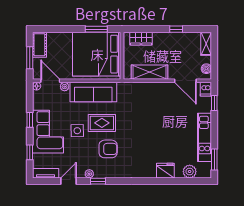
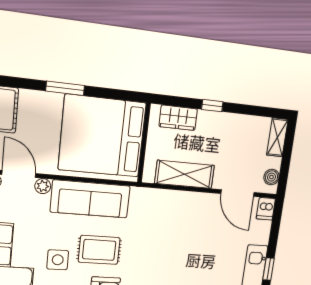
window: (96, 29) -> (65, 88), moved
window: (176, 29) -> (212, 106), moved
window: (214, 103) -> (268, 269), moved

